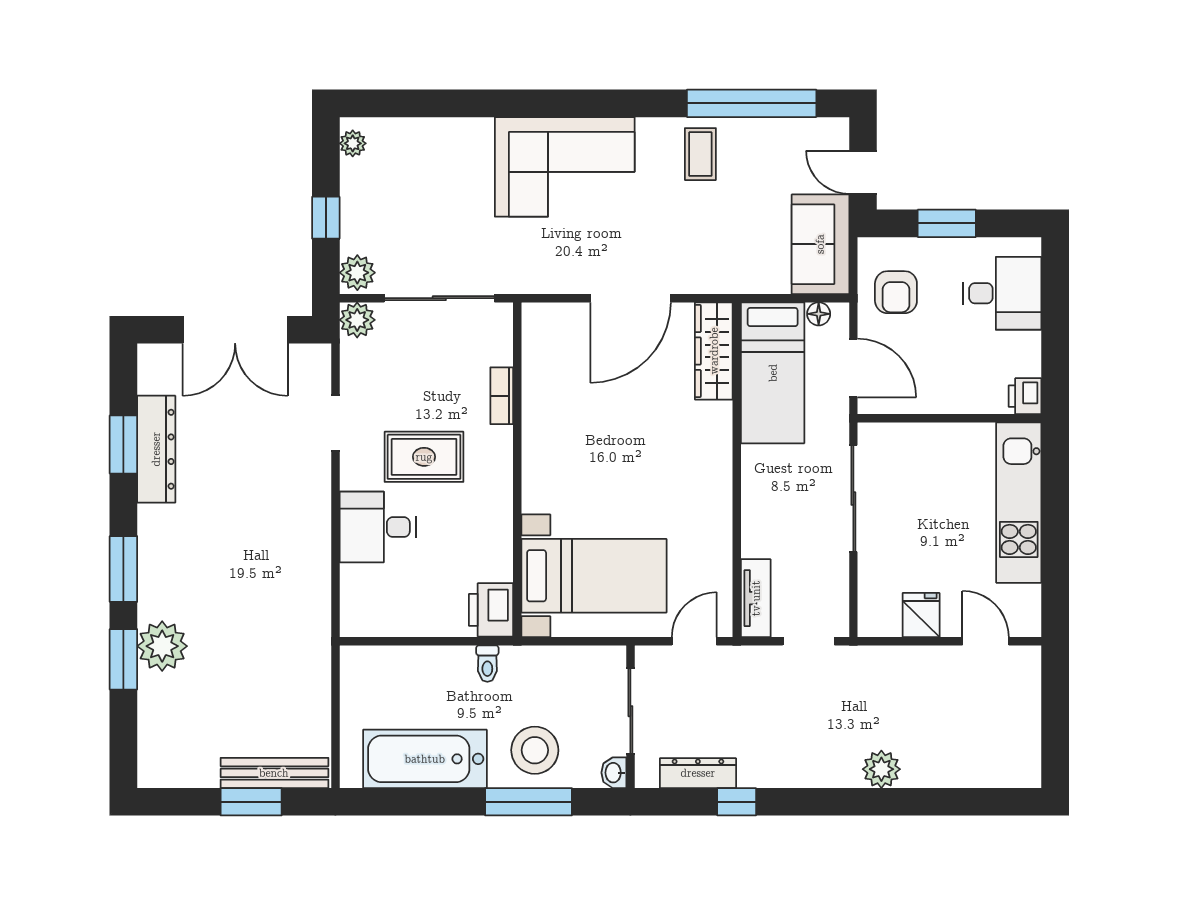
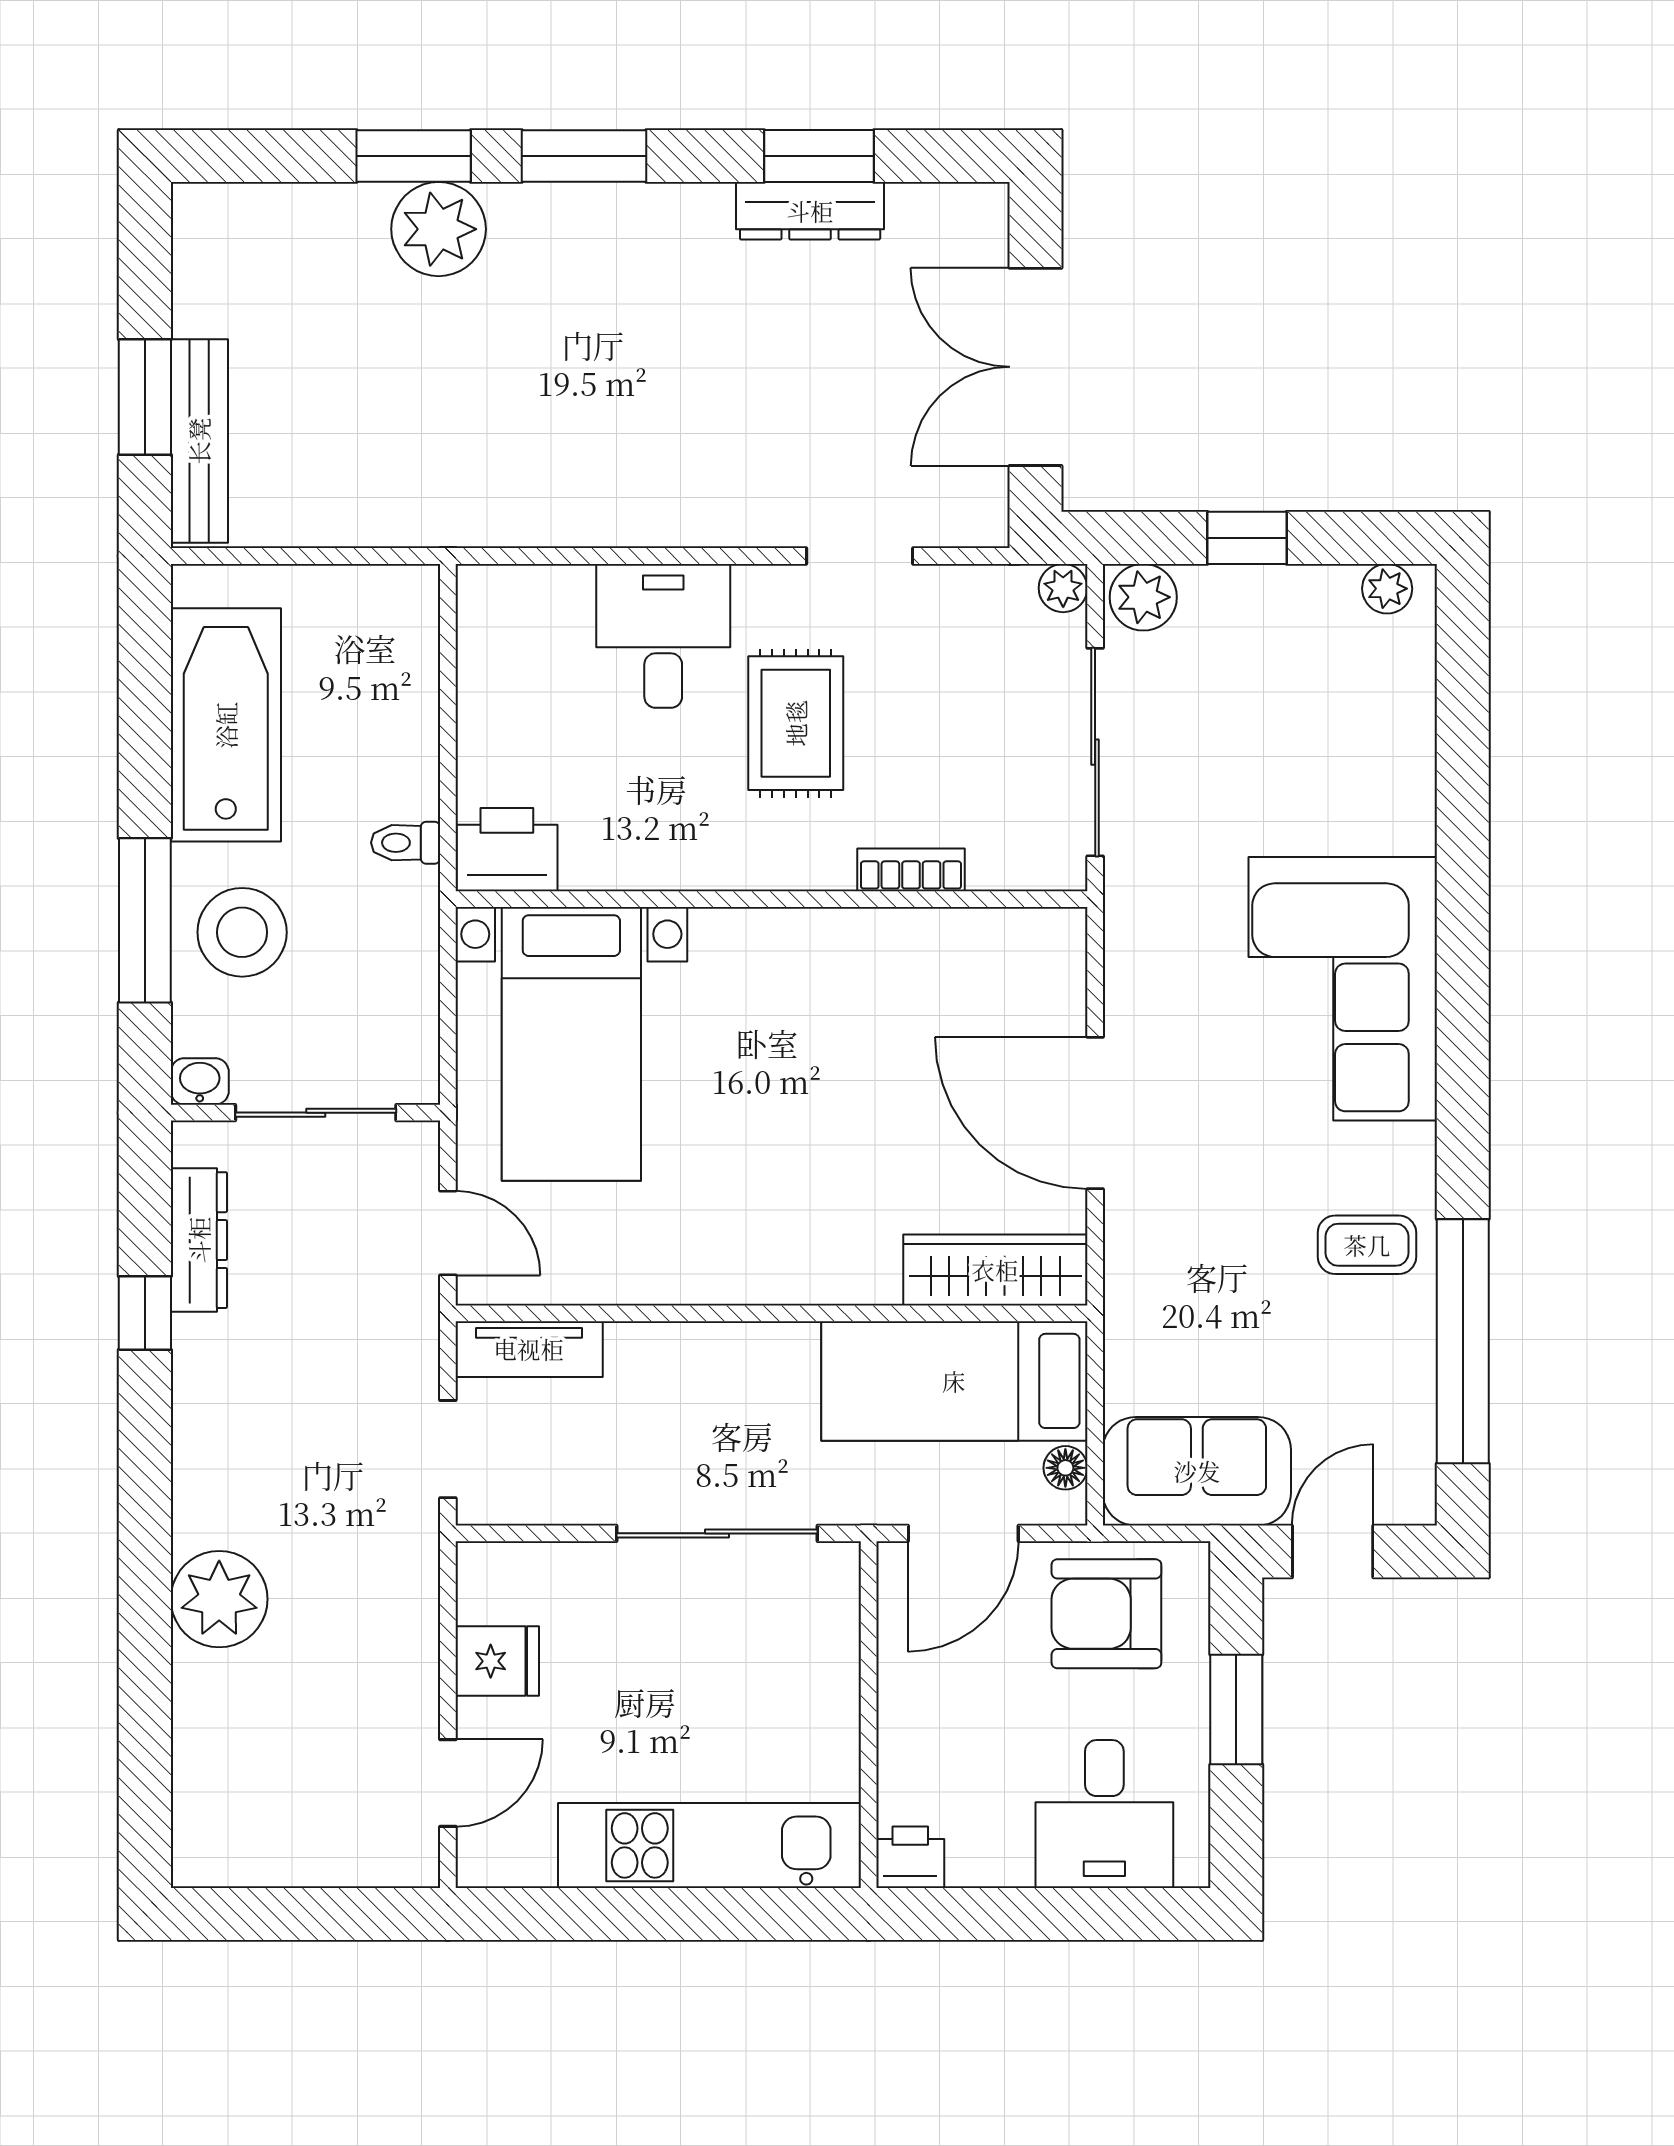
armchair: (896, 292) -> (1106, 1614), width x1.38, depth x1.38
plant: (357, 320) -> (1063, 588), width x0.73, depth x0.73
dresser: (156, 449) -> (810, 211), width x0.73, depth x0.80
plant: (881, 769) -> (219, 1599), width x1.36, depth x1.36

